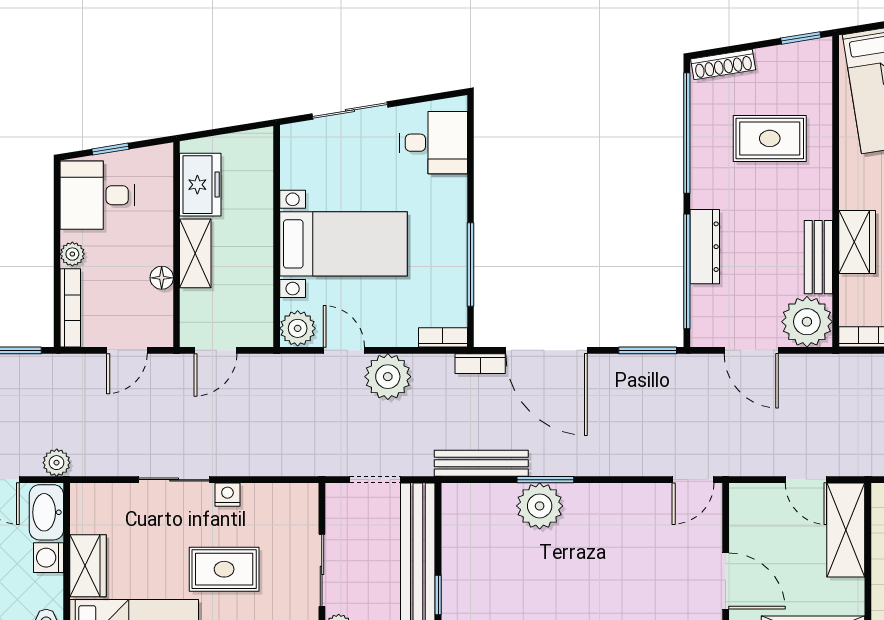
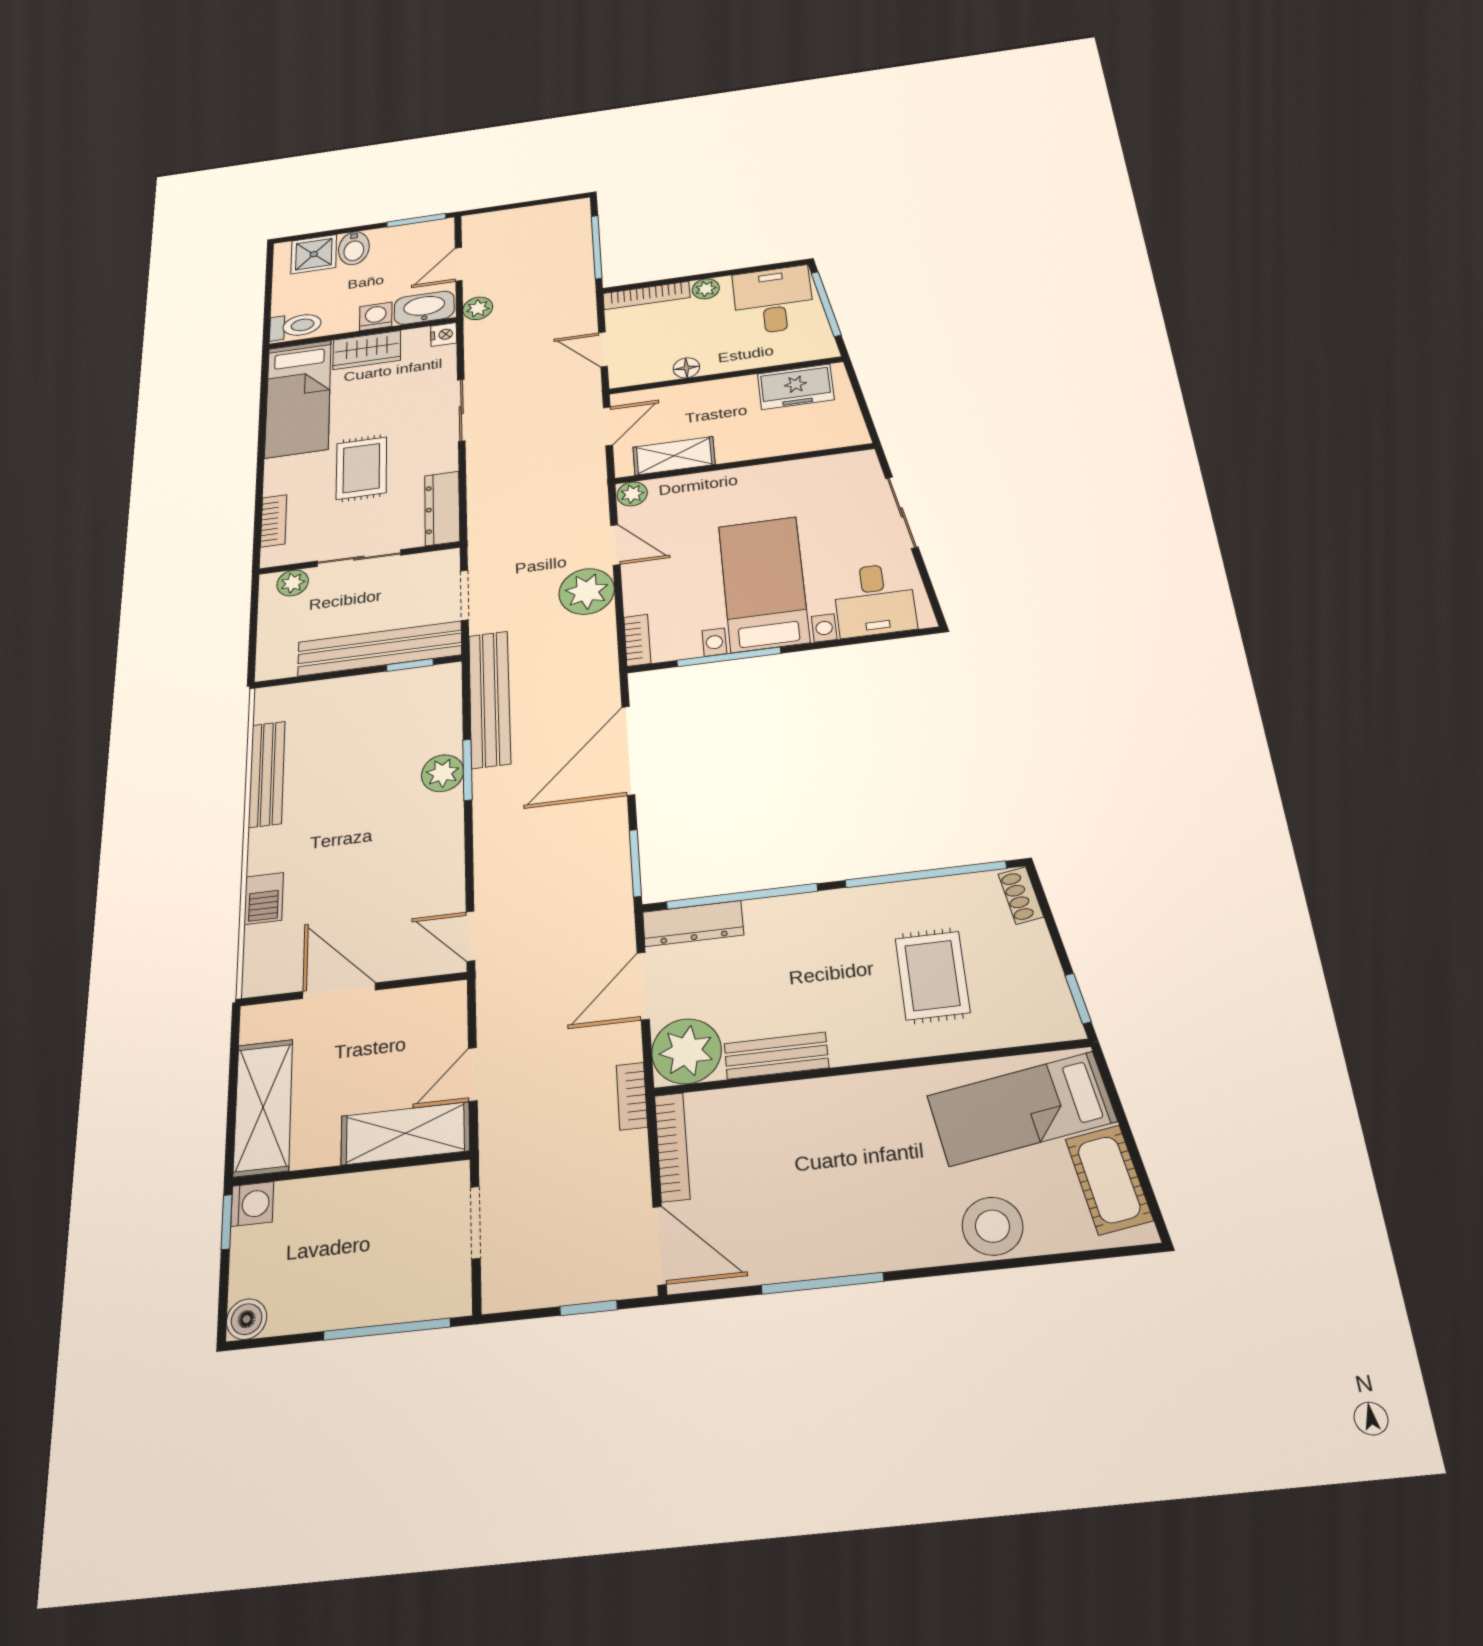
shoe rack: (723, 64) -> (1021, 896), width x0.70
window: (110, 149) -> (826, 304), width x2.17
wardrobe: (857, 242) -> (802, 1104), removed
bed with nightstands: (344, 244) -> (764, 584), moved, turned 180
dresser: (705, 247) -> (693, 924), moved
shelving: (195, 253) -> (674, 456), moved
plant: (298, 328) -> (632, 494), width x0.73, depth x0.73
door: (215, 350) -> (608, 426), swing flipped
door: (344, 350) -> (615, 545), hinge flipped
bookcase: (480, 364) -> (632, 1096), moved
bench: (481, 463) -> (490, 699), width x1.37, depth x1.21
nightstand: (227, 495) -> (444, 334), moved
dresser: (281, 498) -> (442, 508), added
plant: (540, 506) -> (442, 773), width x0.73, depth x0.73
door: (726, 581) -> (339, 991), swing flipped
window: (438, 595) -> (410, 665), moved

